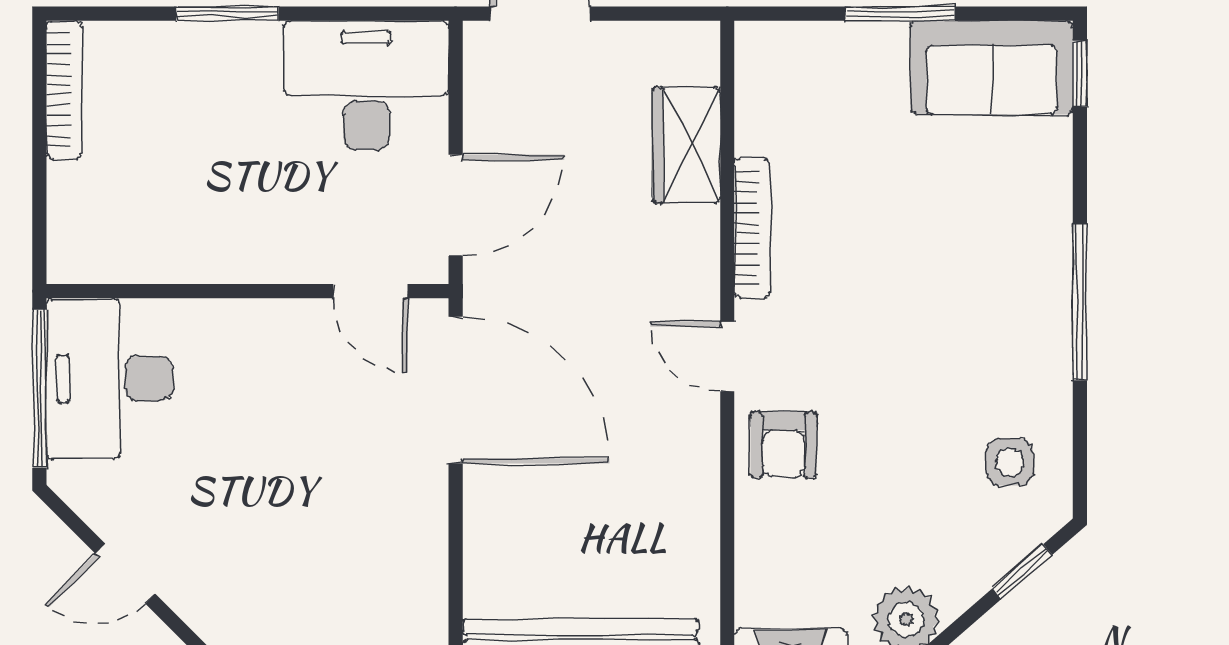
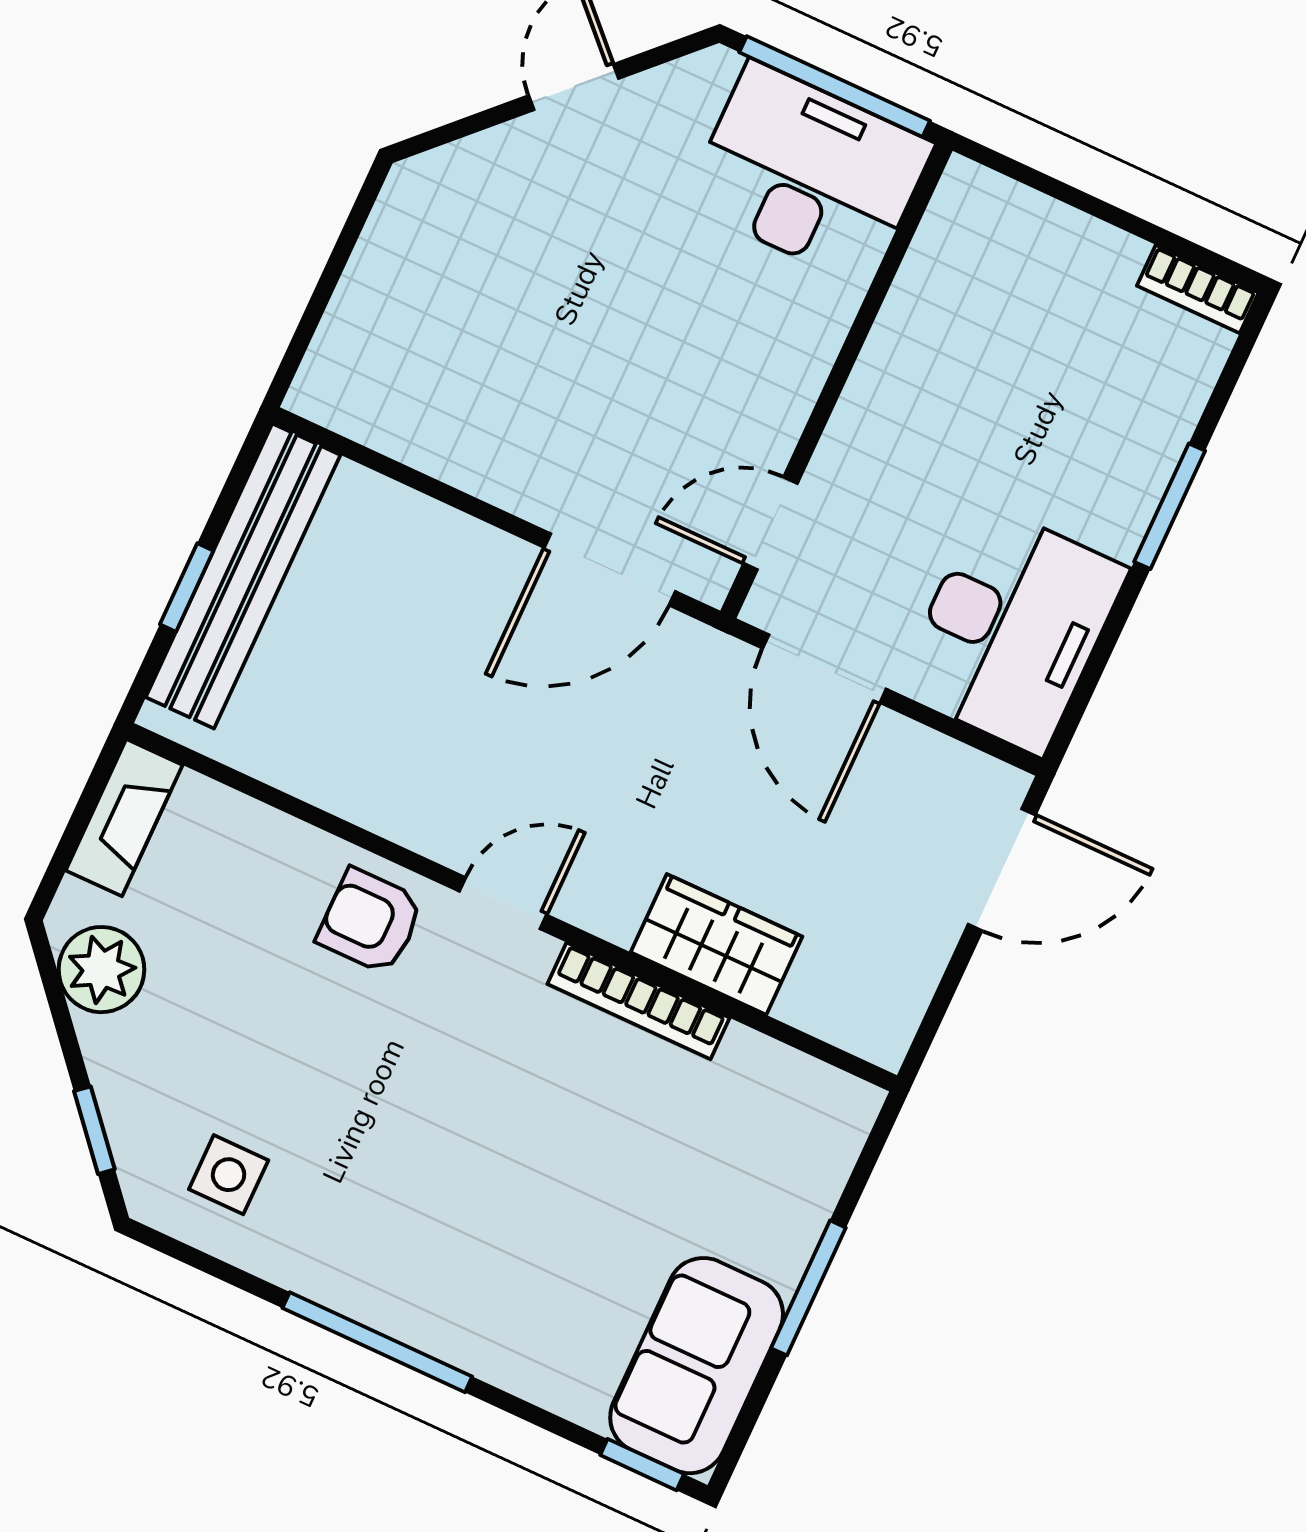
bookcase: (64, 90) -> (1198, 289), width x0.64
wardrobe: (686, 145) -> (717, 944), moved
door: (456, 390) -> (610, 569), width x0.73

